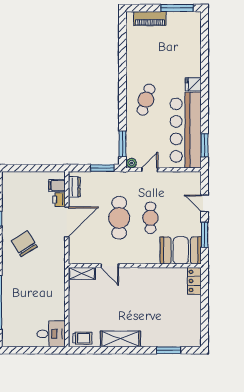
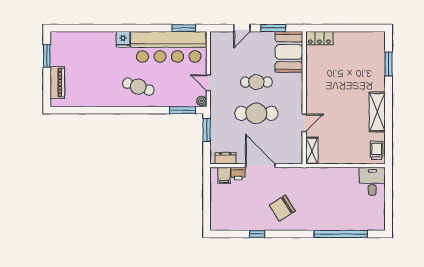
window: (177, 8) -> (47, 56), width x0.69

